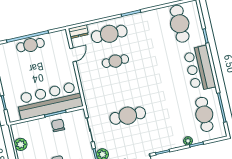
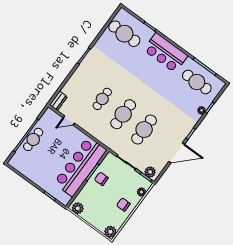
cafe table: (109, 34) -> (123, 114), moved
door: (73, 55) -> (69, 120), swing flipped
plant: (21, 144) -> (78, 208), moved

